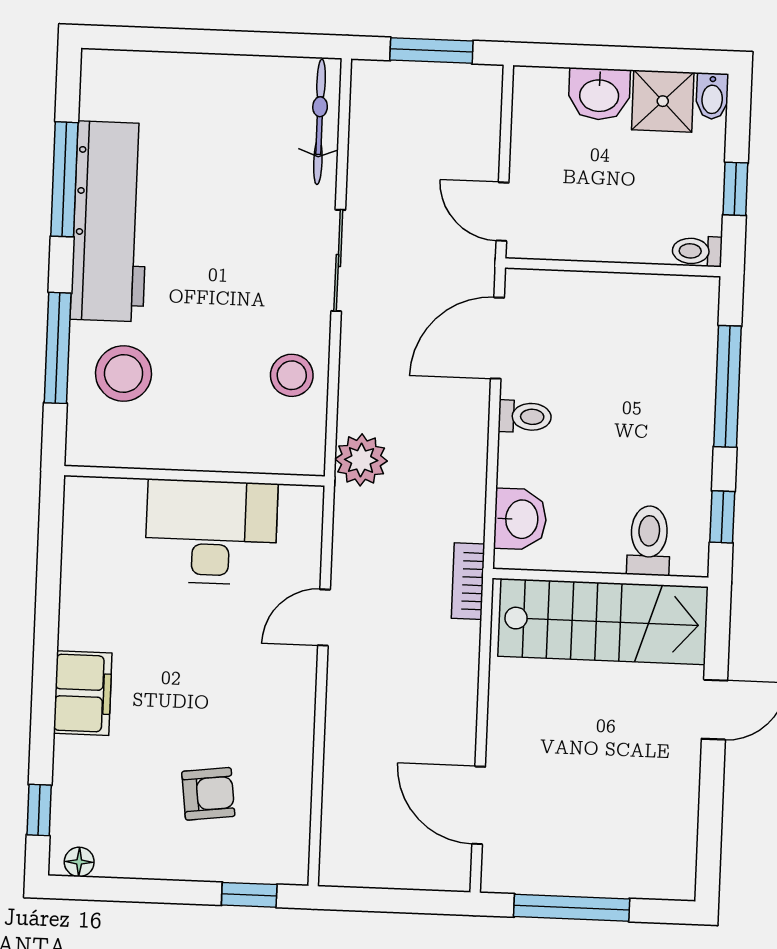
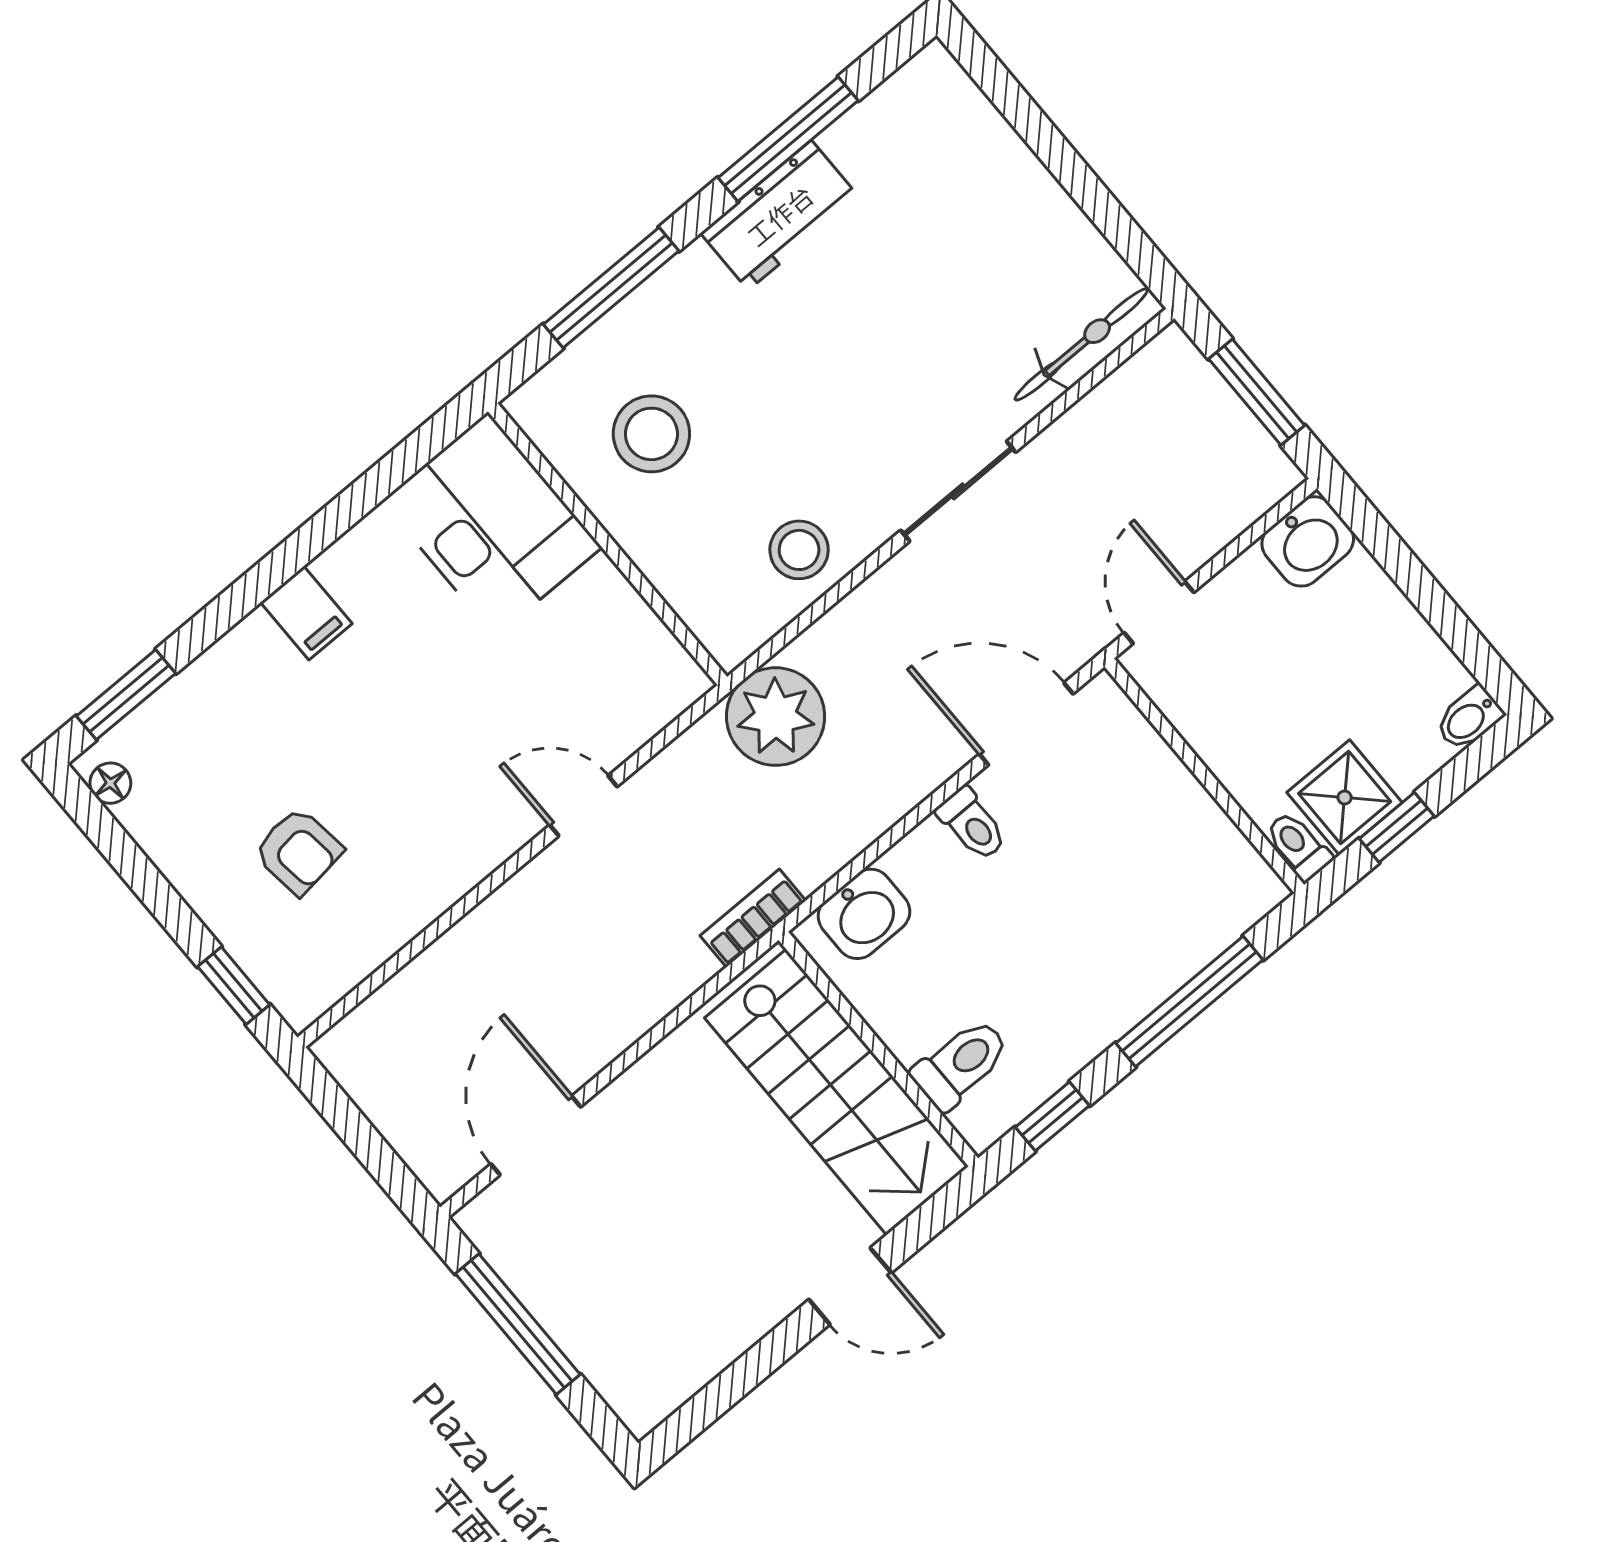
washbasin: (599, 94) -> (1308, 541), moved, turned -90
shower: (663, 101) -> (1345, 797), moved
workbench: (110, 221) -> (780, 215), width x0.53, depth x0.76
stool: (124, 373) -> (651, 434), moved
plant: (361, 460) -> (776, 717), width x1.36, depth x1.36
desk: (211, 532) -> (492, 524), moved
filing cabinet: (83, 693) -> (306, 613), width x0.50
window: (39, 810) -> (126, 695), width x1.50

